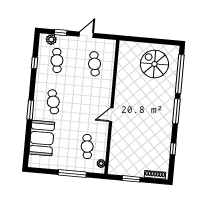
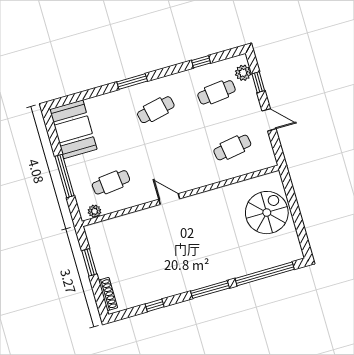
spiral stairs: (154, 64) -> (267, 213), moved
booth: (42, 138) -> (73, 129), moved, turned 90

